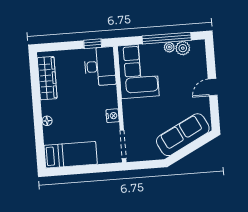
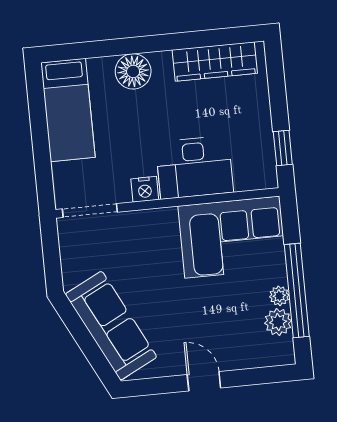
desk: (100, 66) -> (194, 167), moved
floor lamp: (47, 121) -> (133, 71), width x1.89, depth x1.89

